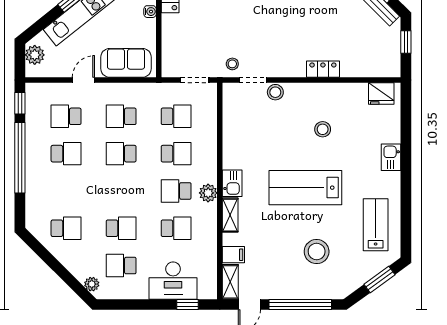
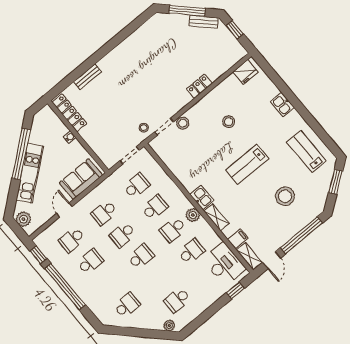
lab bench: (305, 188) -> (247, 164), width x0.73, depth x0.72
school desk: (121, 228) -> (141, 257), moved
desk: (173, 281) -> (224, 264), moved, turned -90

